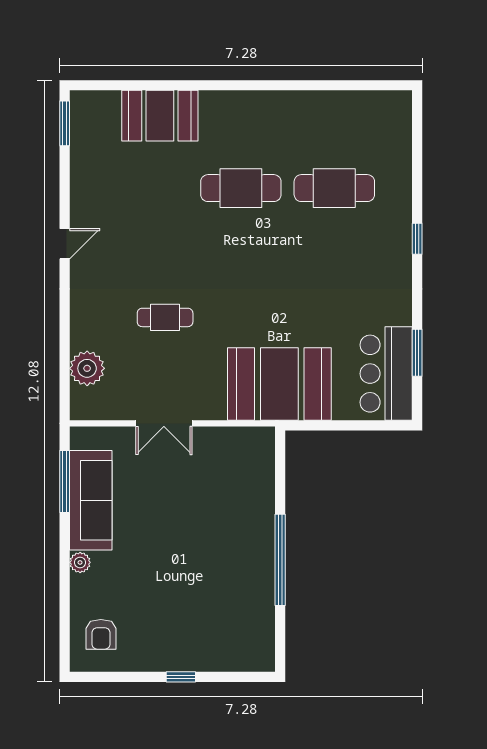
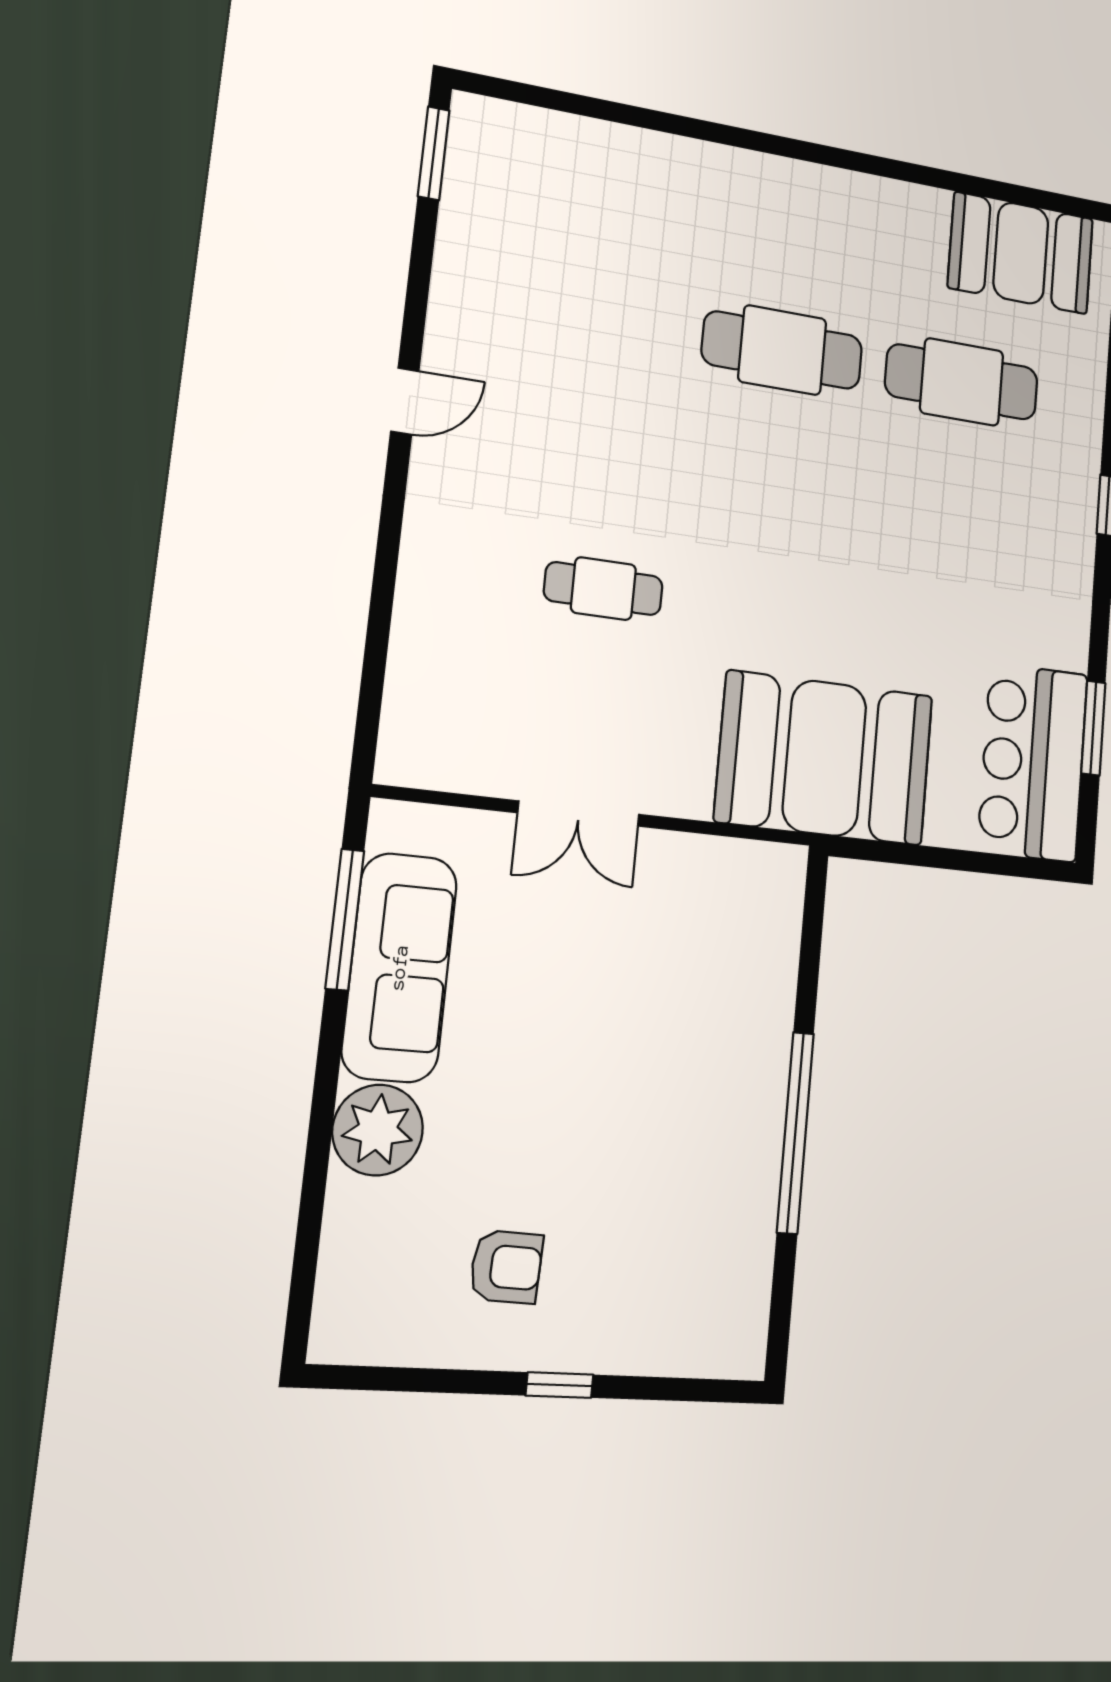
booth: (160, 116) -> (1021, 253), moved
plant: (87, 368) -> (424, 674), removed
plant: (80, 562) -> (378, 1130), width x1.87, depth x1.87
armchair: (101, 634) -> (506, 1267), moved, turned -88

